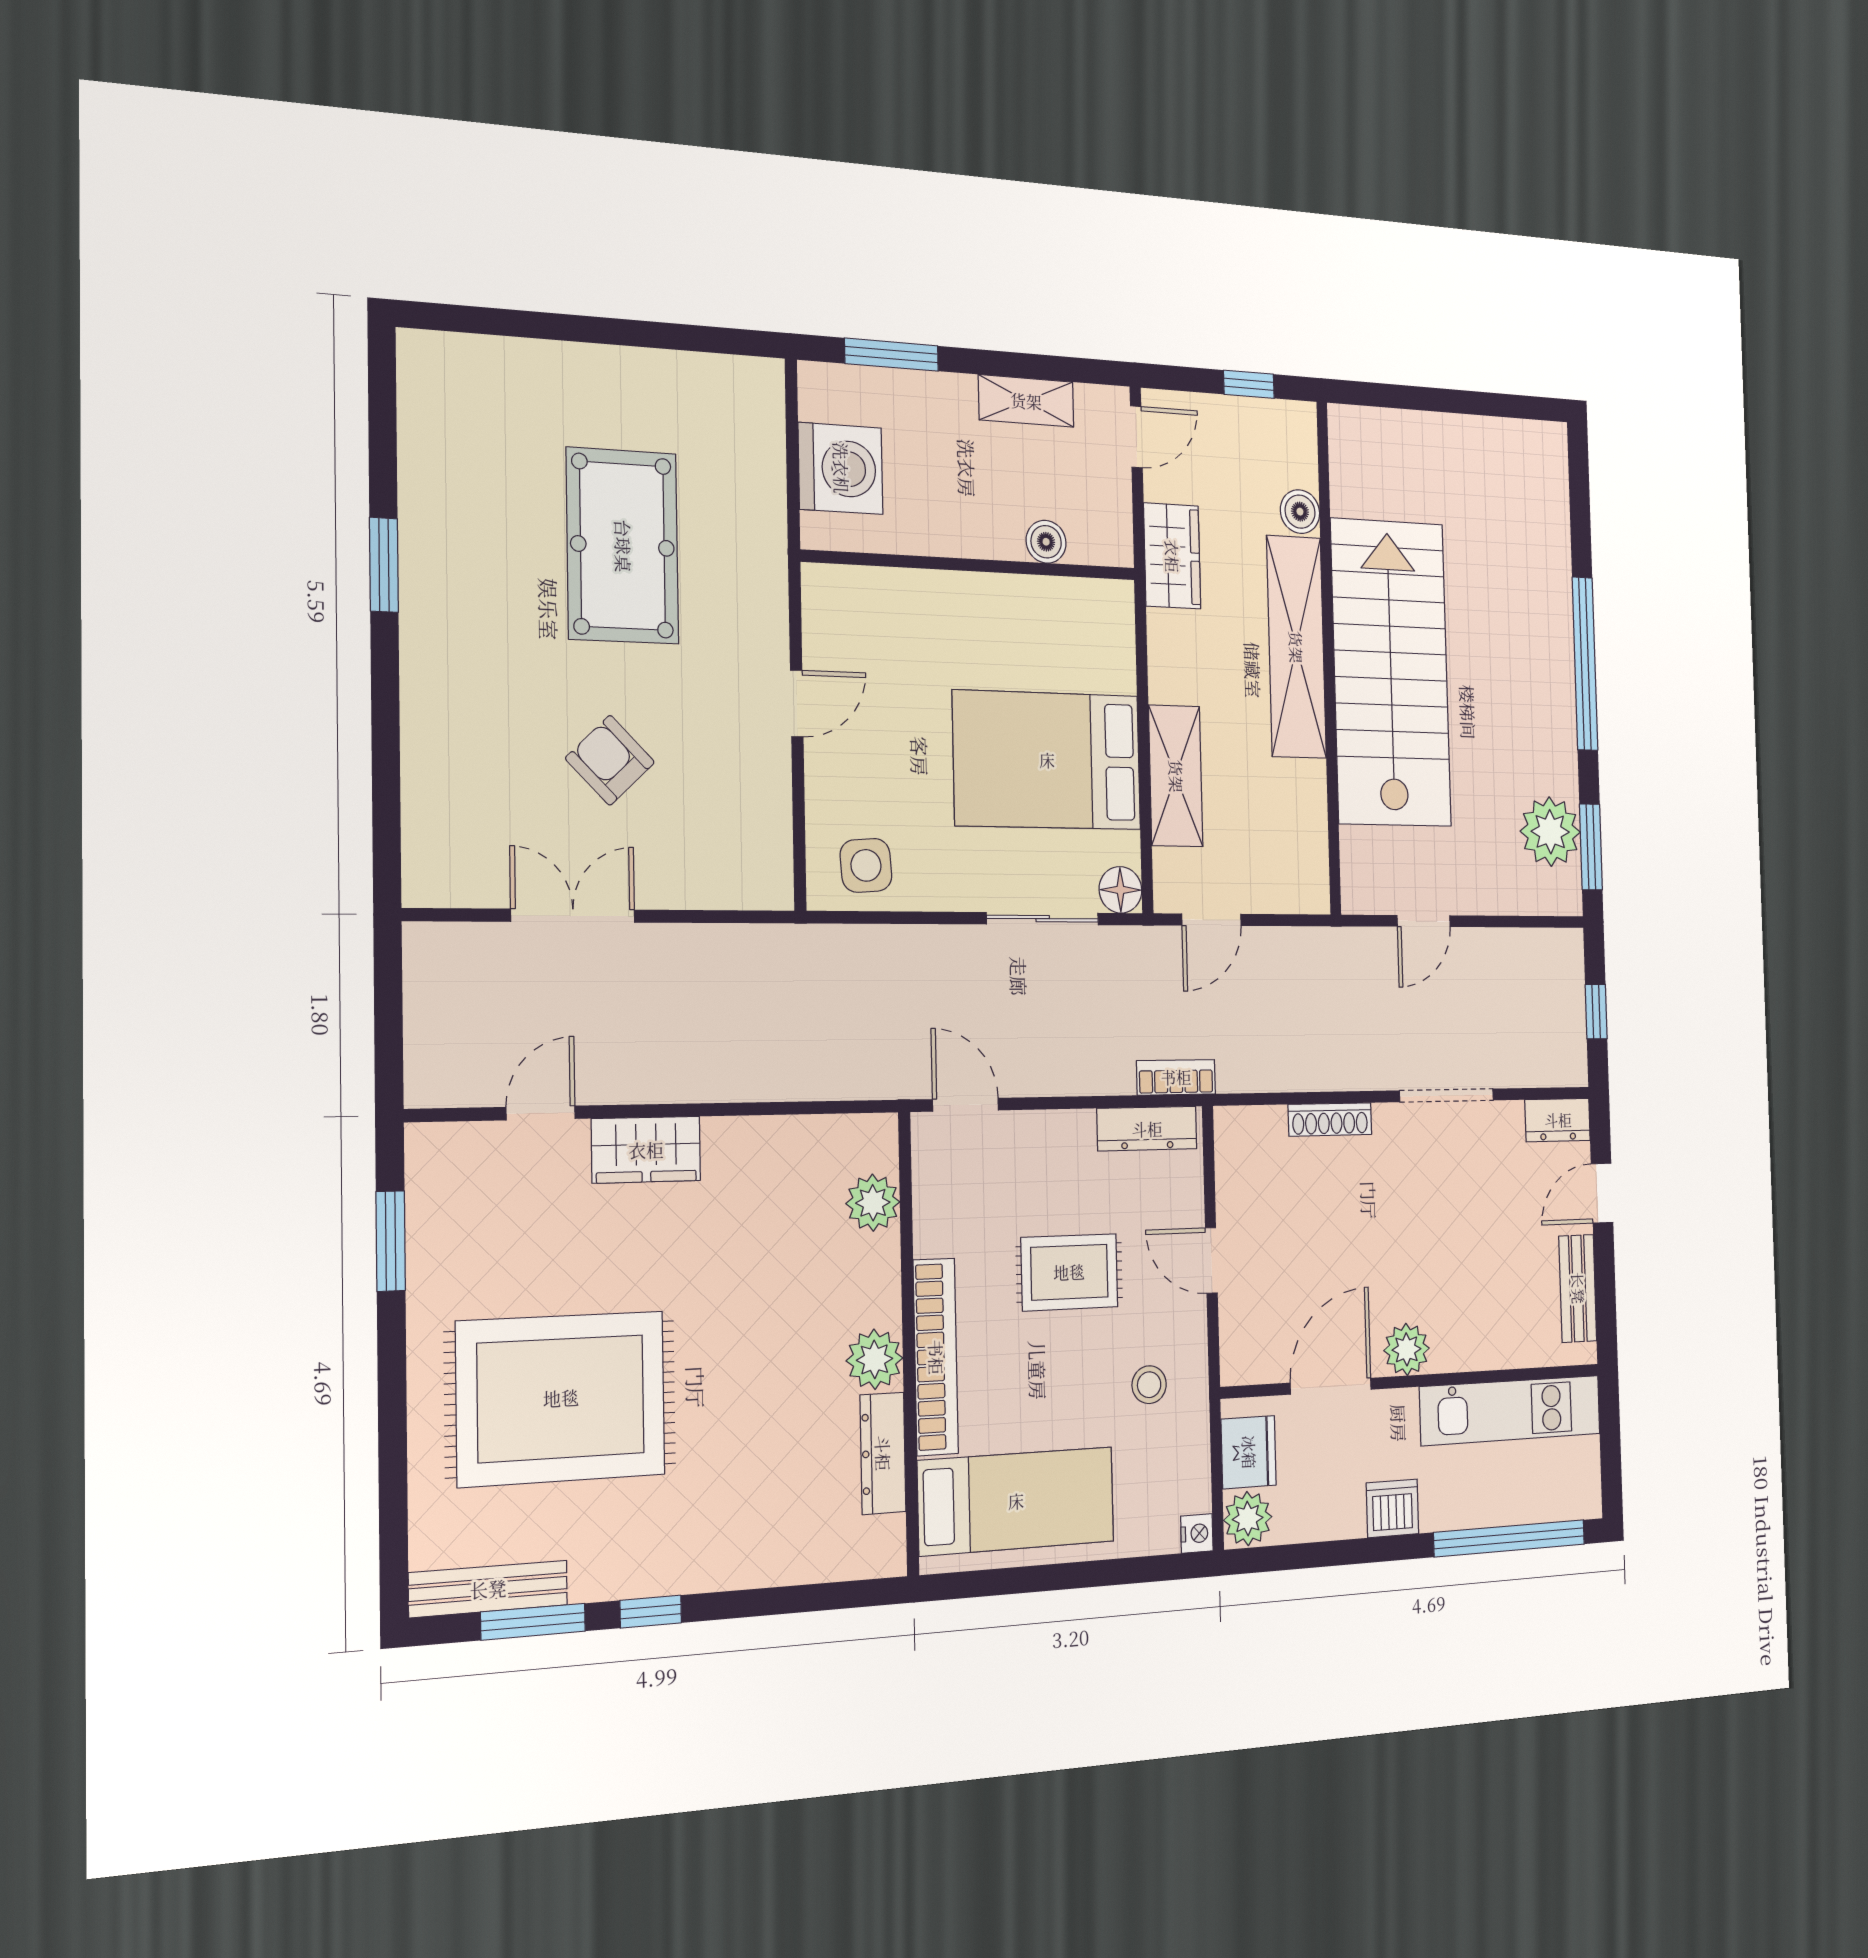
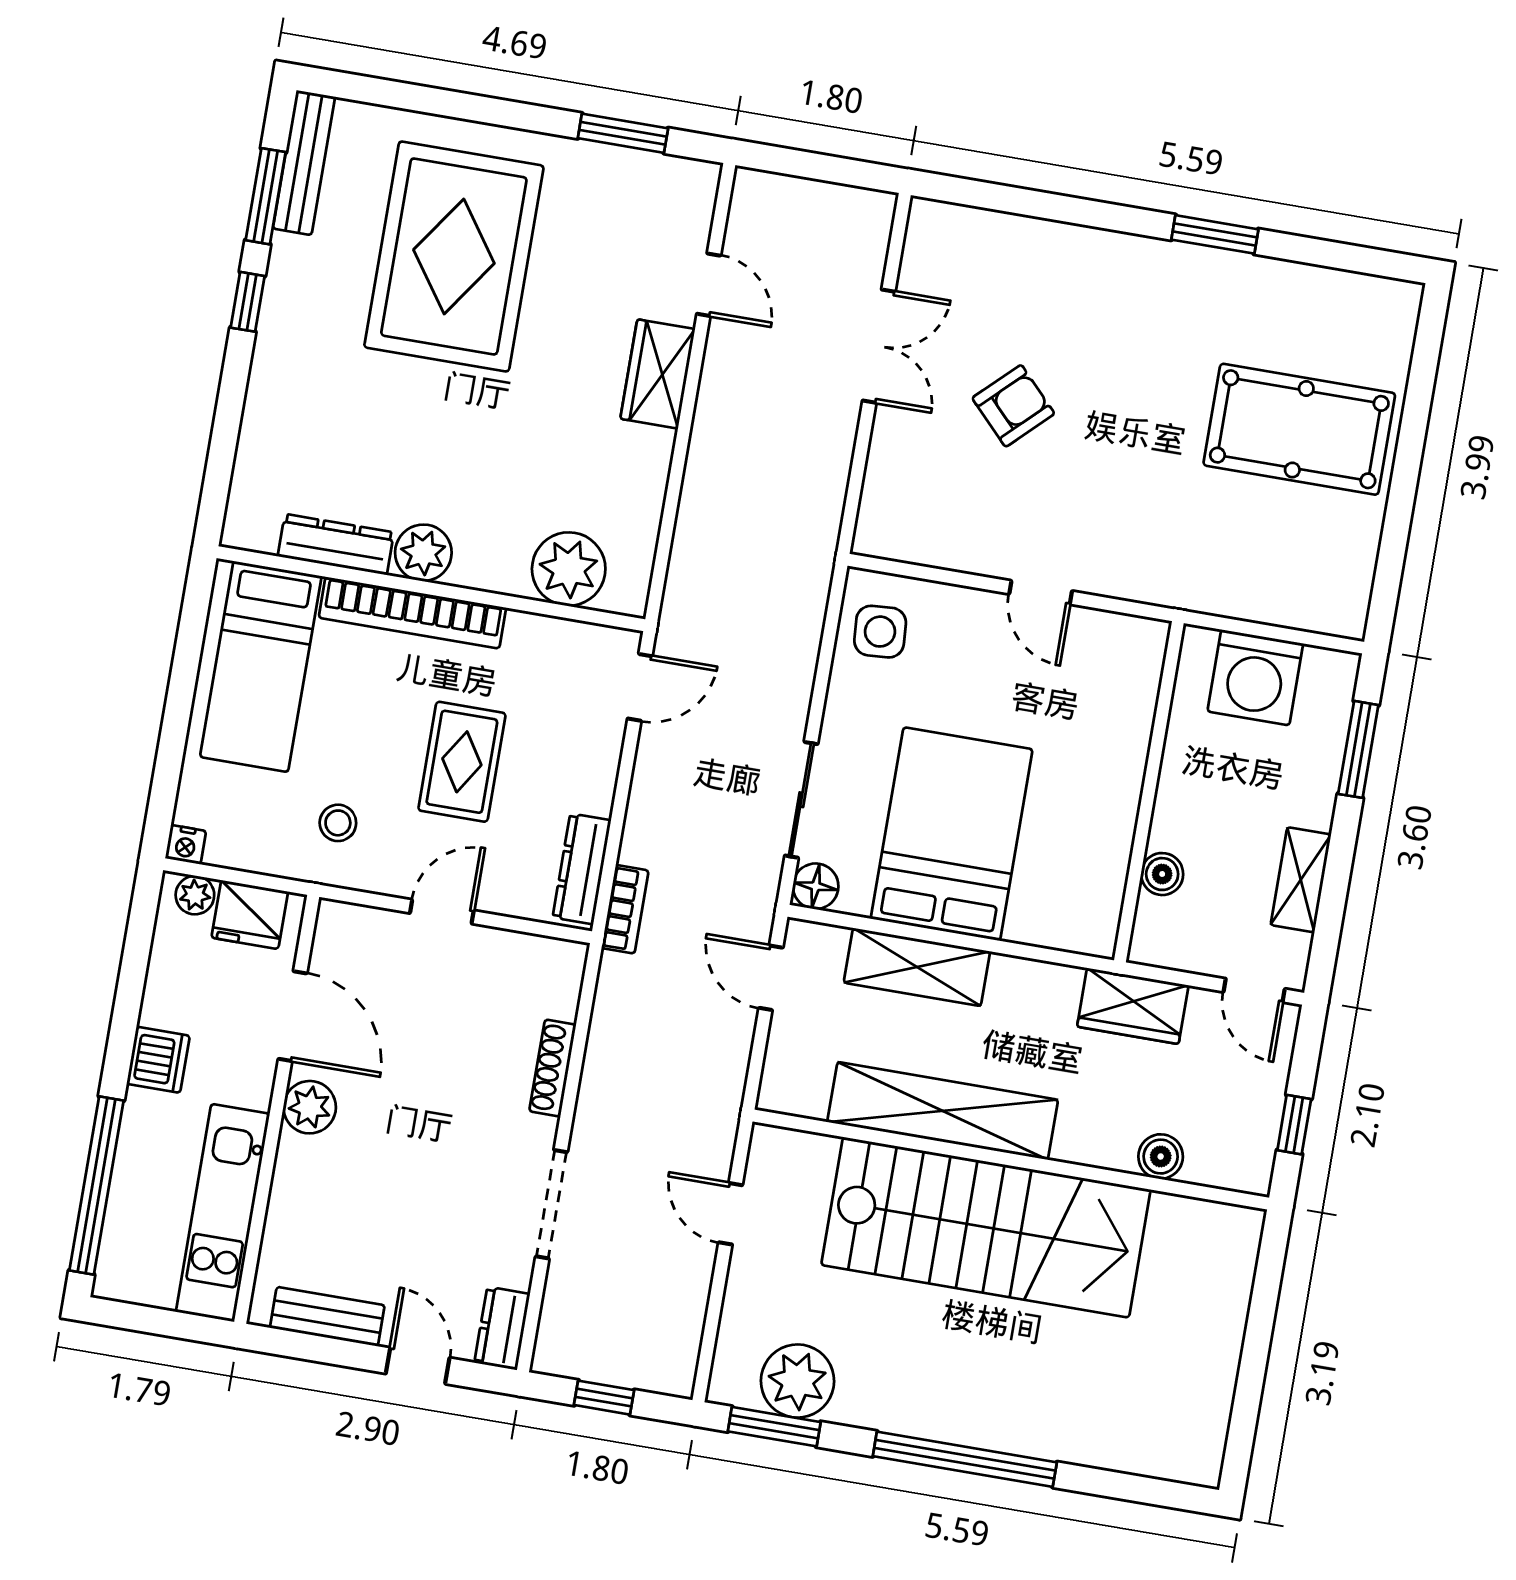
pool table: (623, 546) -> (1299, 429), moved
shelving: (1296, 647) -> (943, 1111), moved
plant: (873, 1203) -> (569, 569), width x1.36, depth x1.36
plant: (1248, 1518) -> (195, 895), width x0.73, depth x0.73

